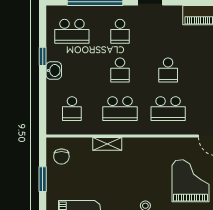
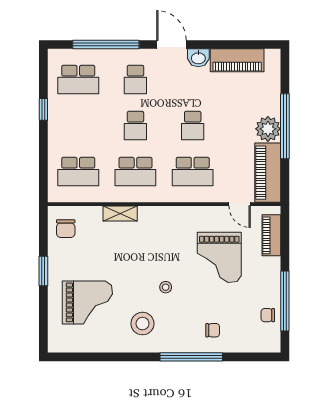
washbasin: (54, 71) -> (198, 58), moved, turned 90
school desk: (72, 109) -> (78, 172), width x1.85
window: (43, 179) -> (43, 271), moved
grand piano: (190, 181) -> (219, 257), turned 180

